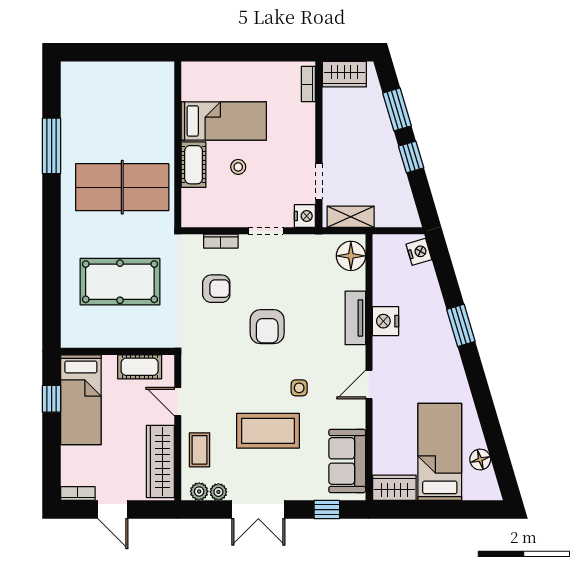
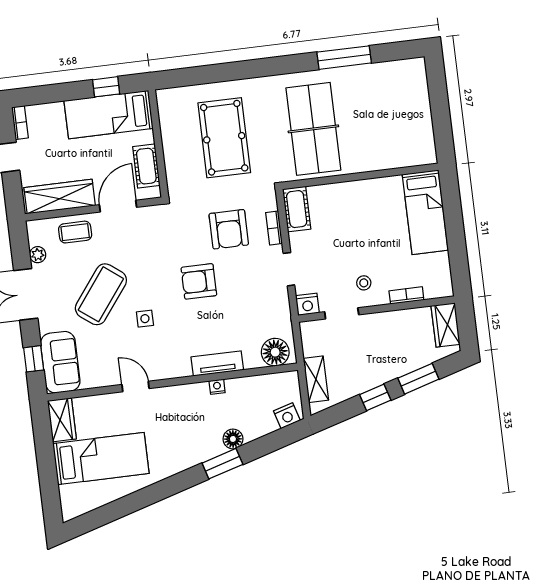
bookcase: (308, 84) -> (406, 295), moved
bed: (224, 121) -> (425, 212), moved
cot: (194, 165) -> (297, 209), moved, turned 90
stool: (238, 167) -> (364, 283), moved
shelving: (351, 217) -> (316, 379), moved
armchair: (216, 289) -> (229, 229), width x1.38, depth x1.38
nightstand: (385, 321) -> (217, 387), width x0.53, depth x0.56
door: (369, 385) -> (135, 387), moved
door: (178, 402) -> (118, 206), width x1.38
coffee table: (268, 431) -> (101, 294), turned 37
floor lamp: (480, 460) -> (233, 439), moved
sofa: (347, 461) -> (60, 362), moved, turned 90
plant: (199, 491) -> (36, 236), removed

